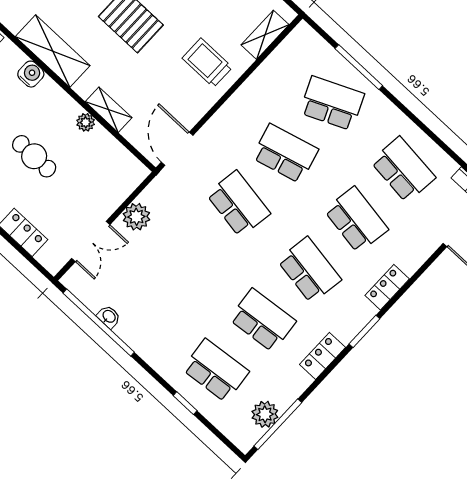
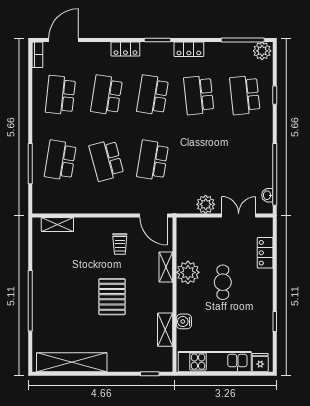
shelving: (53, 51) -> (165, 330), width x0.67, depth x0.75
trolley: (207, 63) -> (120, 244), moved, width x0.73, depth x0.72
school desk: (332, 103) -> (60, 160), turned 33
plant: (86, 122) -> (188, 272), width x1.87, depth x1.87
door: (177, 149) -> (154, 215), hinge flipped
washbasin: (109, 317) -> (267, 195), moved
plant: (265, 414) -> (262, 51), moved

